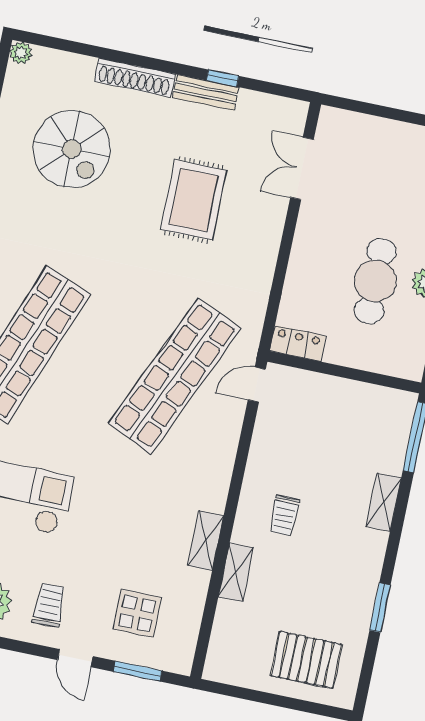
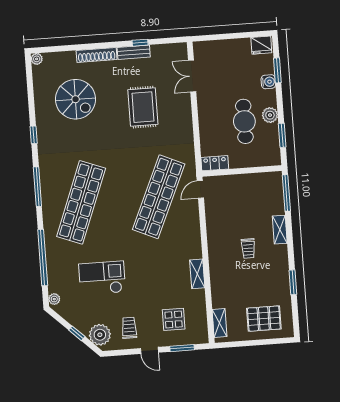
trolley: (284, 515) -> (248, 248), moved
shelving: (236, 572) -> (219, 323), moved

